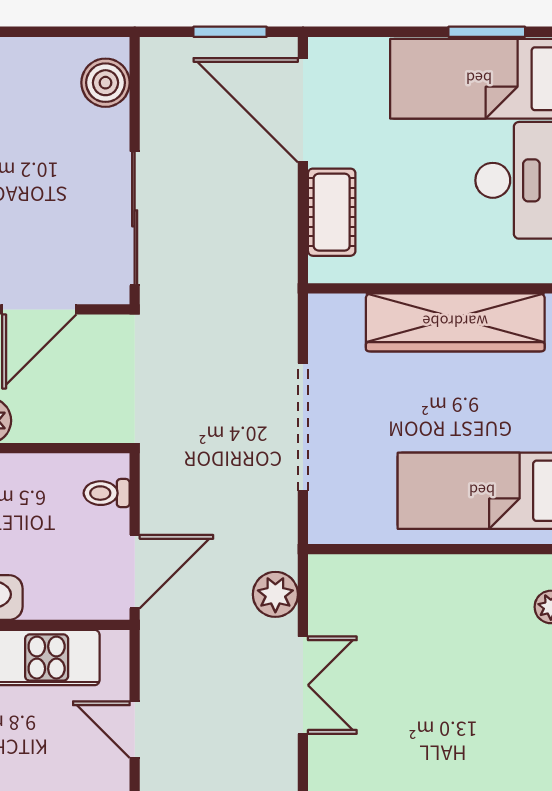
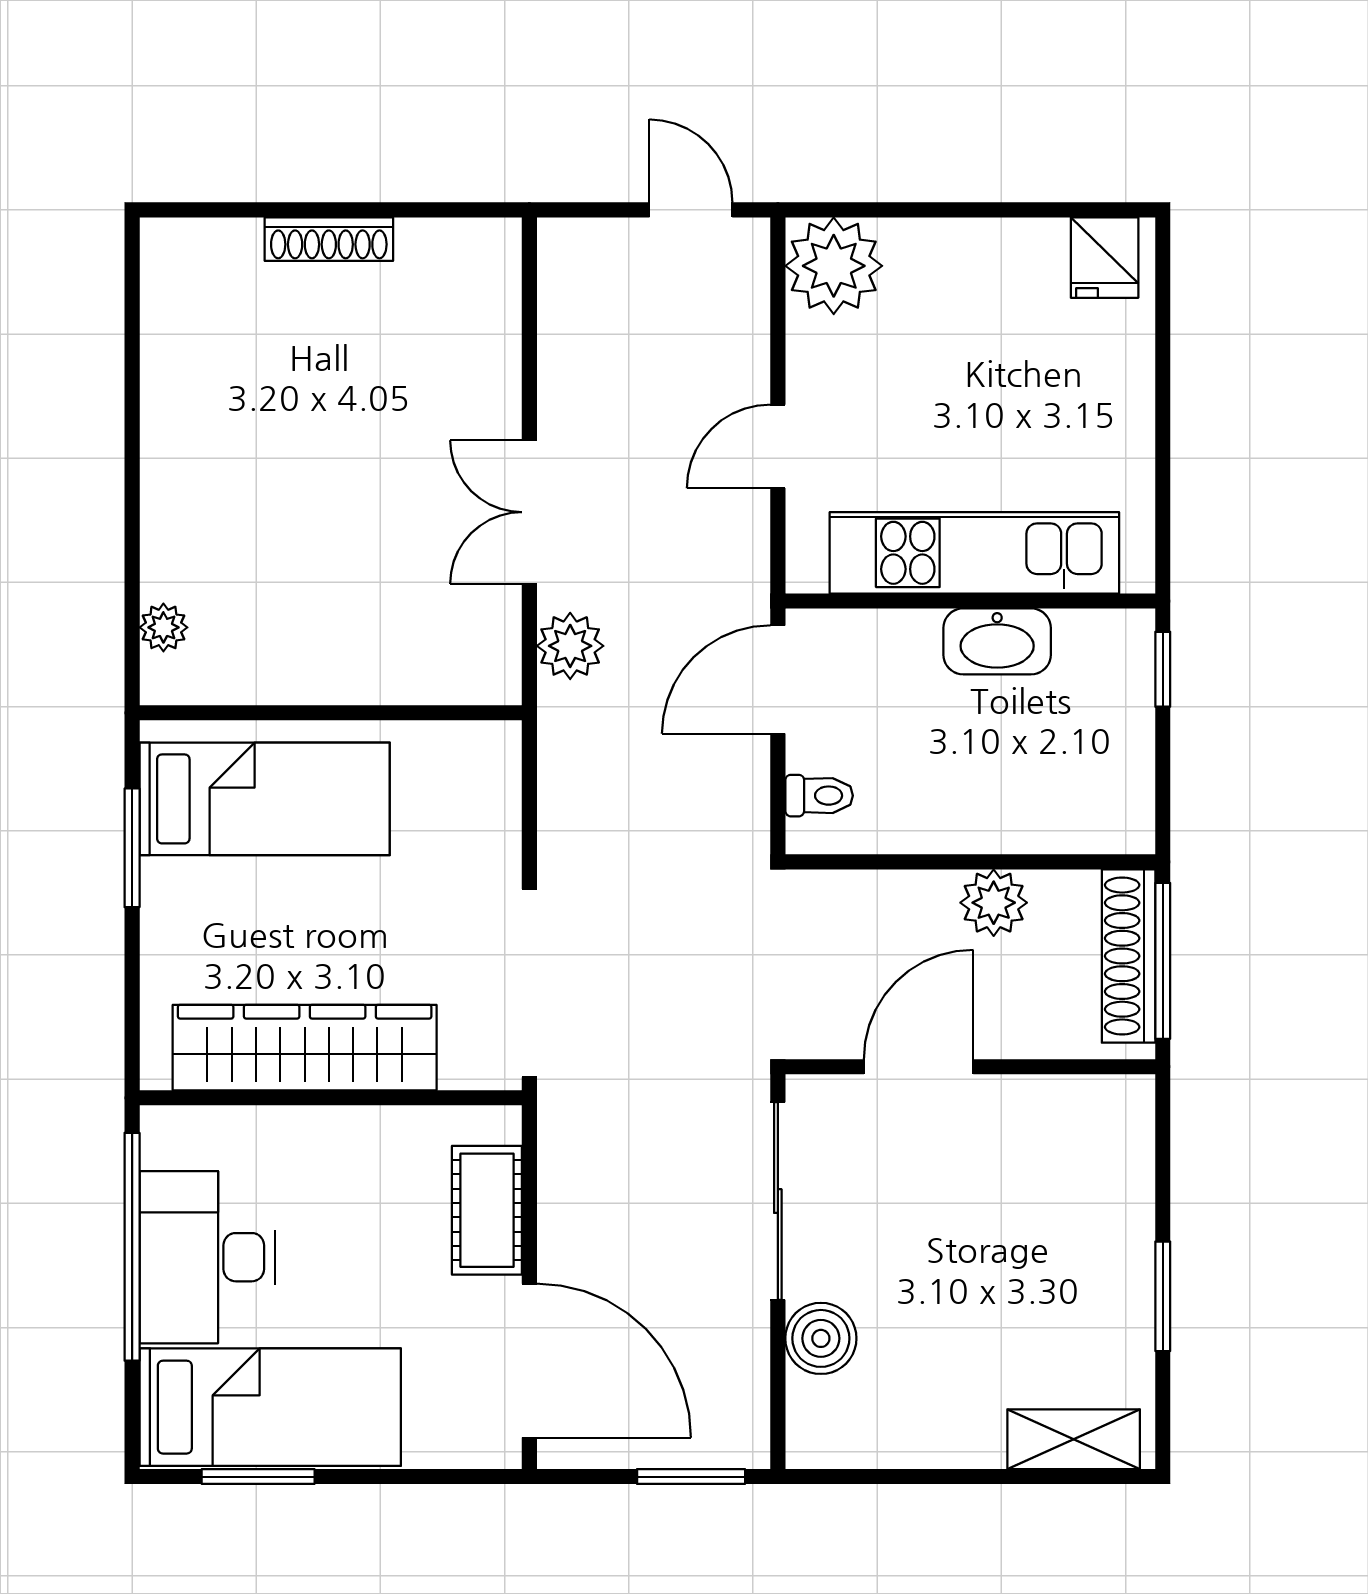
window: (230, 32) -> (691, 1477), moved
boiler: (106, 83) -> (821, 1338), moved
doorway: (303, 427) -> (529, 983), moved
door: (135, 730) -> (778, 446), swing flipped

